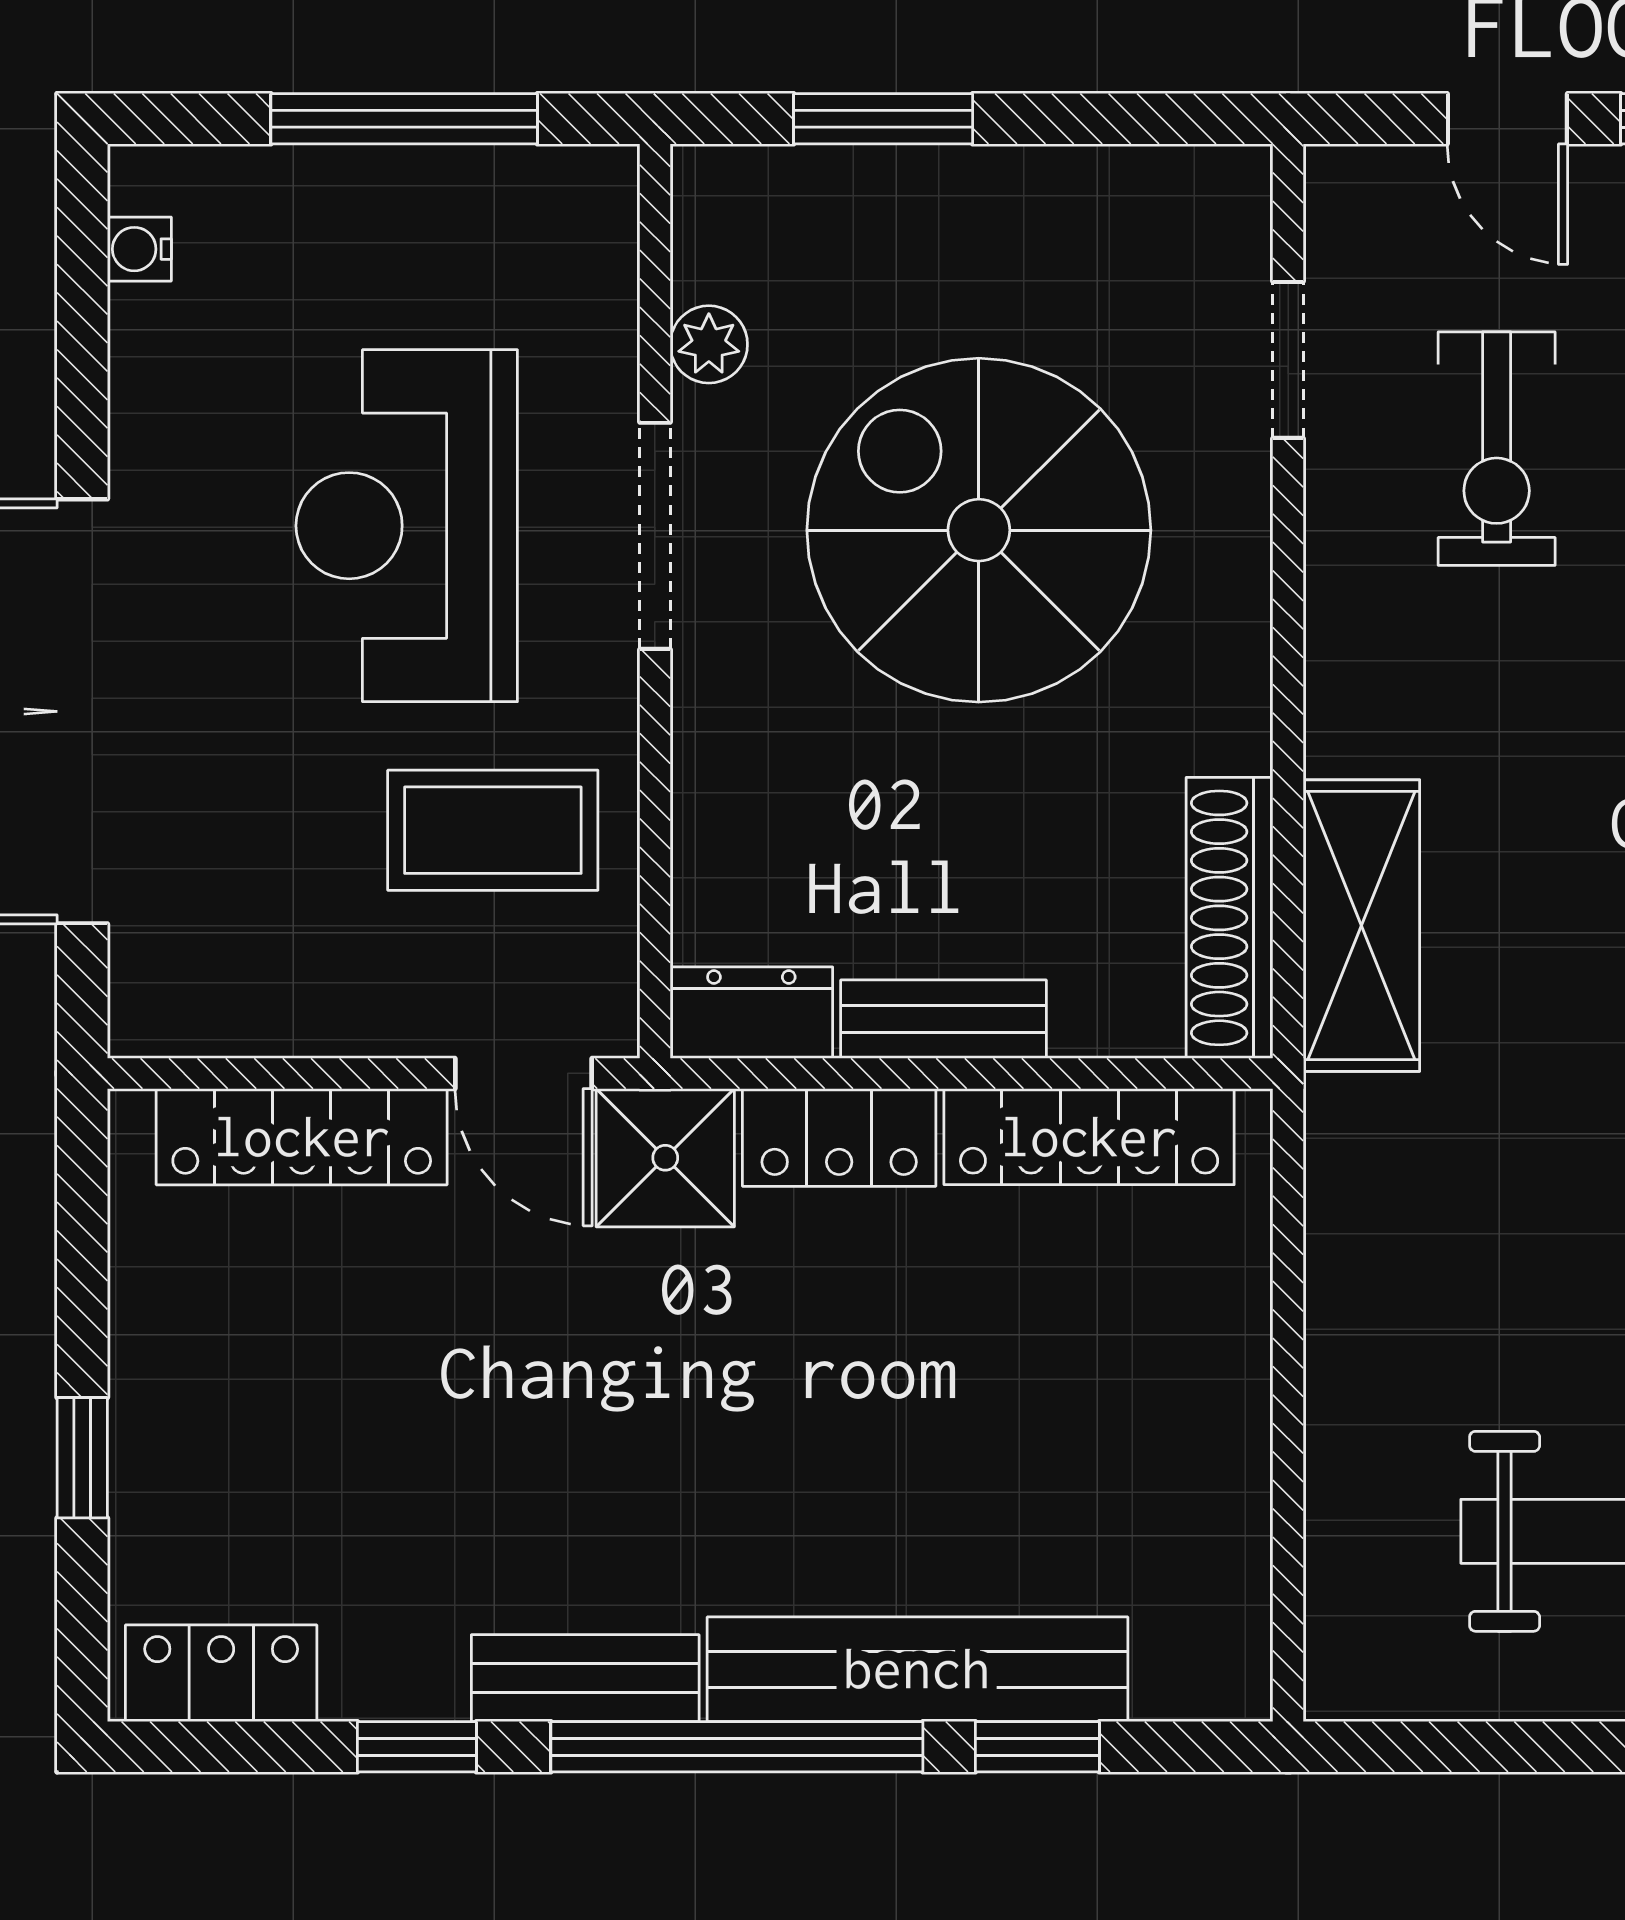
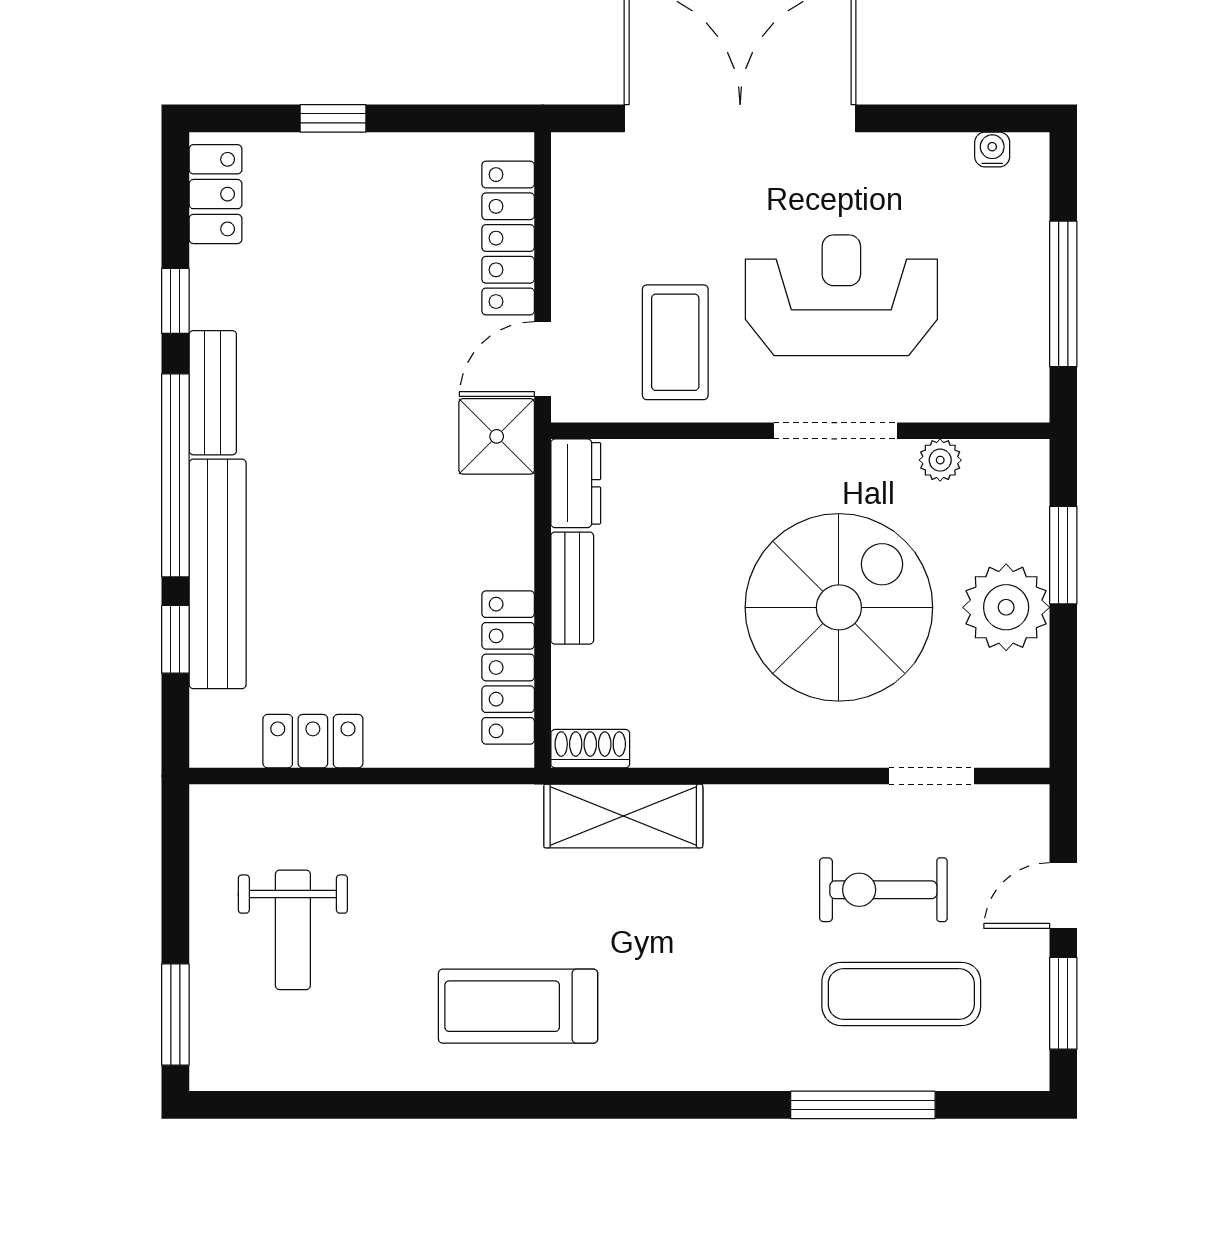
plant: (979, 224) -> (1006, 607), added
shoe rack: (1230, 918) -> (590, 749), width x0.51, depth x0.81
locker: (839, 1137) -> (313, 741), moved, turned 90

